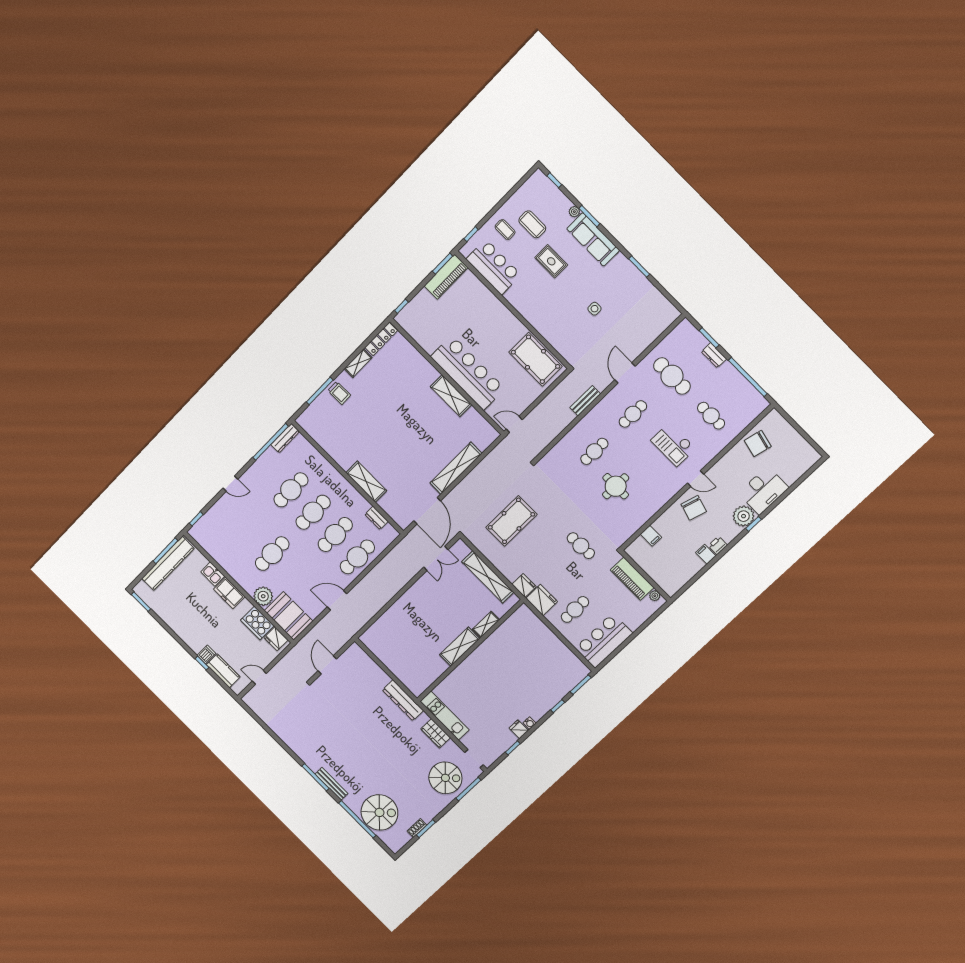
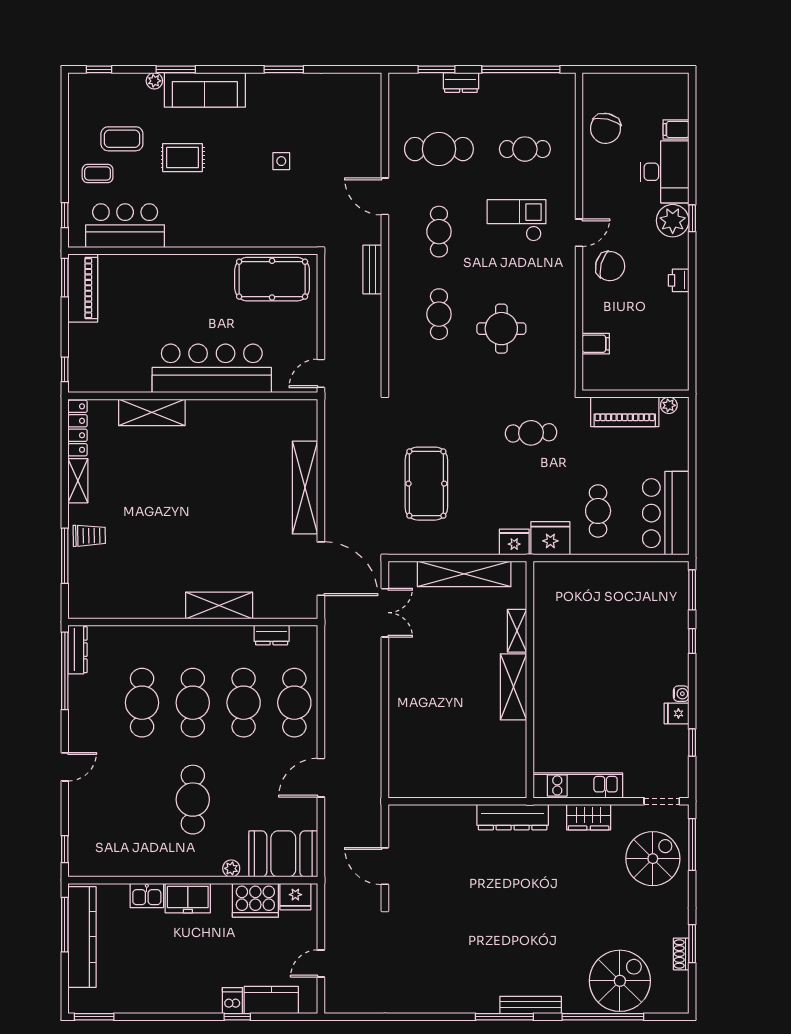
shelving: (451, 396) -> (152, 412), moved
checkout: (673, 444) -> (517, 220), turned 180
filing cabinet: (706, 554) -> (676, 129), moved
plant: (263, 596) -> (231, 868), width x0.53, depth x0.53

